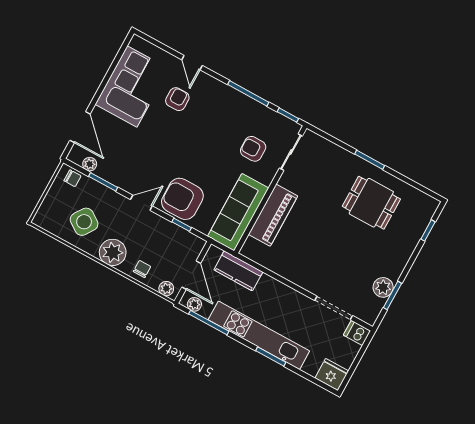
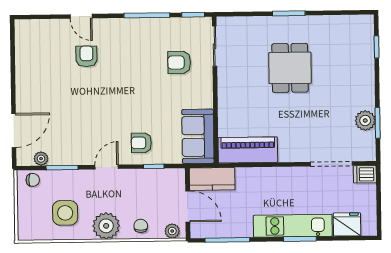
corner sofa: (132, 86) -> (40, 68), removed
door: (80, 127) -> (14, 130), hinge flipped
armchair: (182, 199) -> (141, 143), width x0.53, depth x0.53
dining table: (371, 203) -> (290, 68), moved, turned 90
sofa: (238, 212) -> (198, 136), width x0.73
piano: (273, 215) -> (248, 150), moved, turned -90
side table: (84, 222) -> (65, 213), turned -34
kitchen counter: (238, 271) -> (212, 179), moved
plant: (194, 304) -> (205, 231), removed
kitchen unit: (259, 335) -> (293, 226), width x0.73
fridge: (332, 375) -> (347, 224), moved

